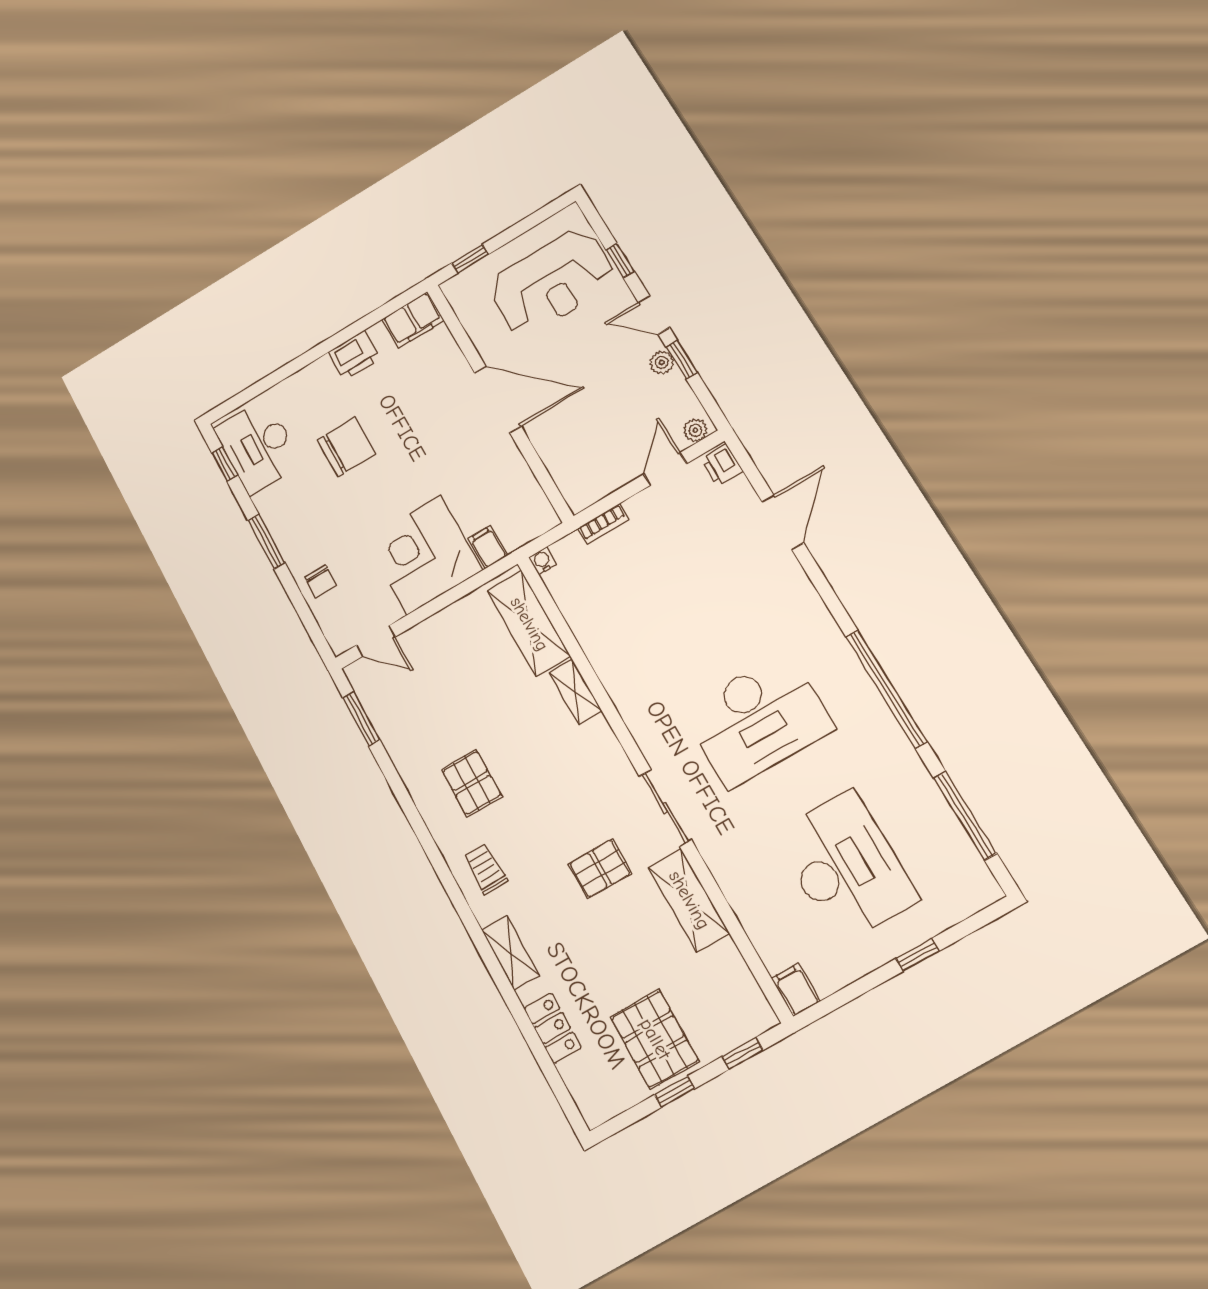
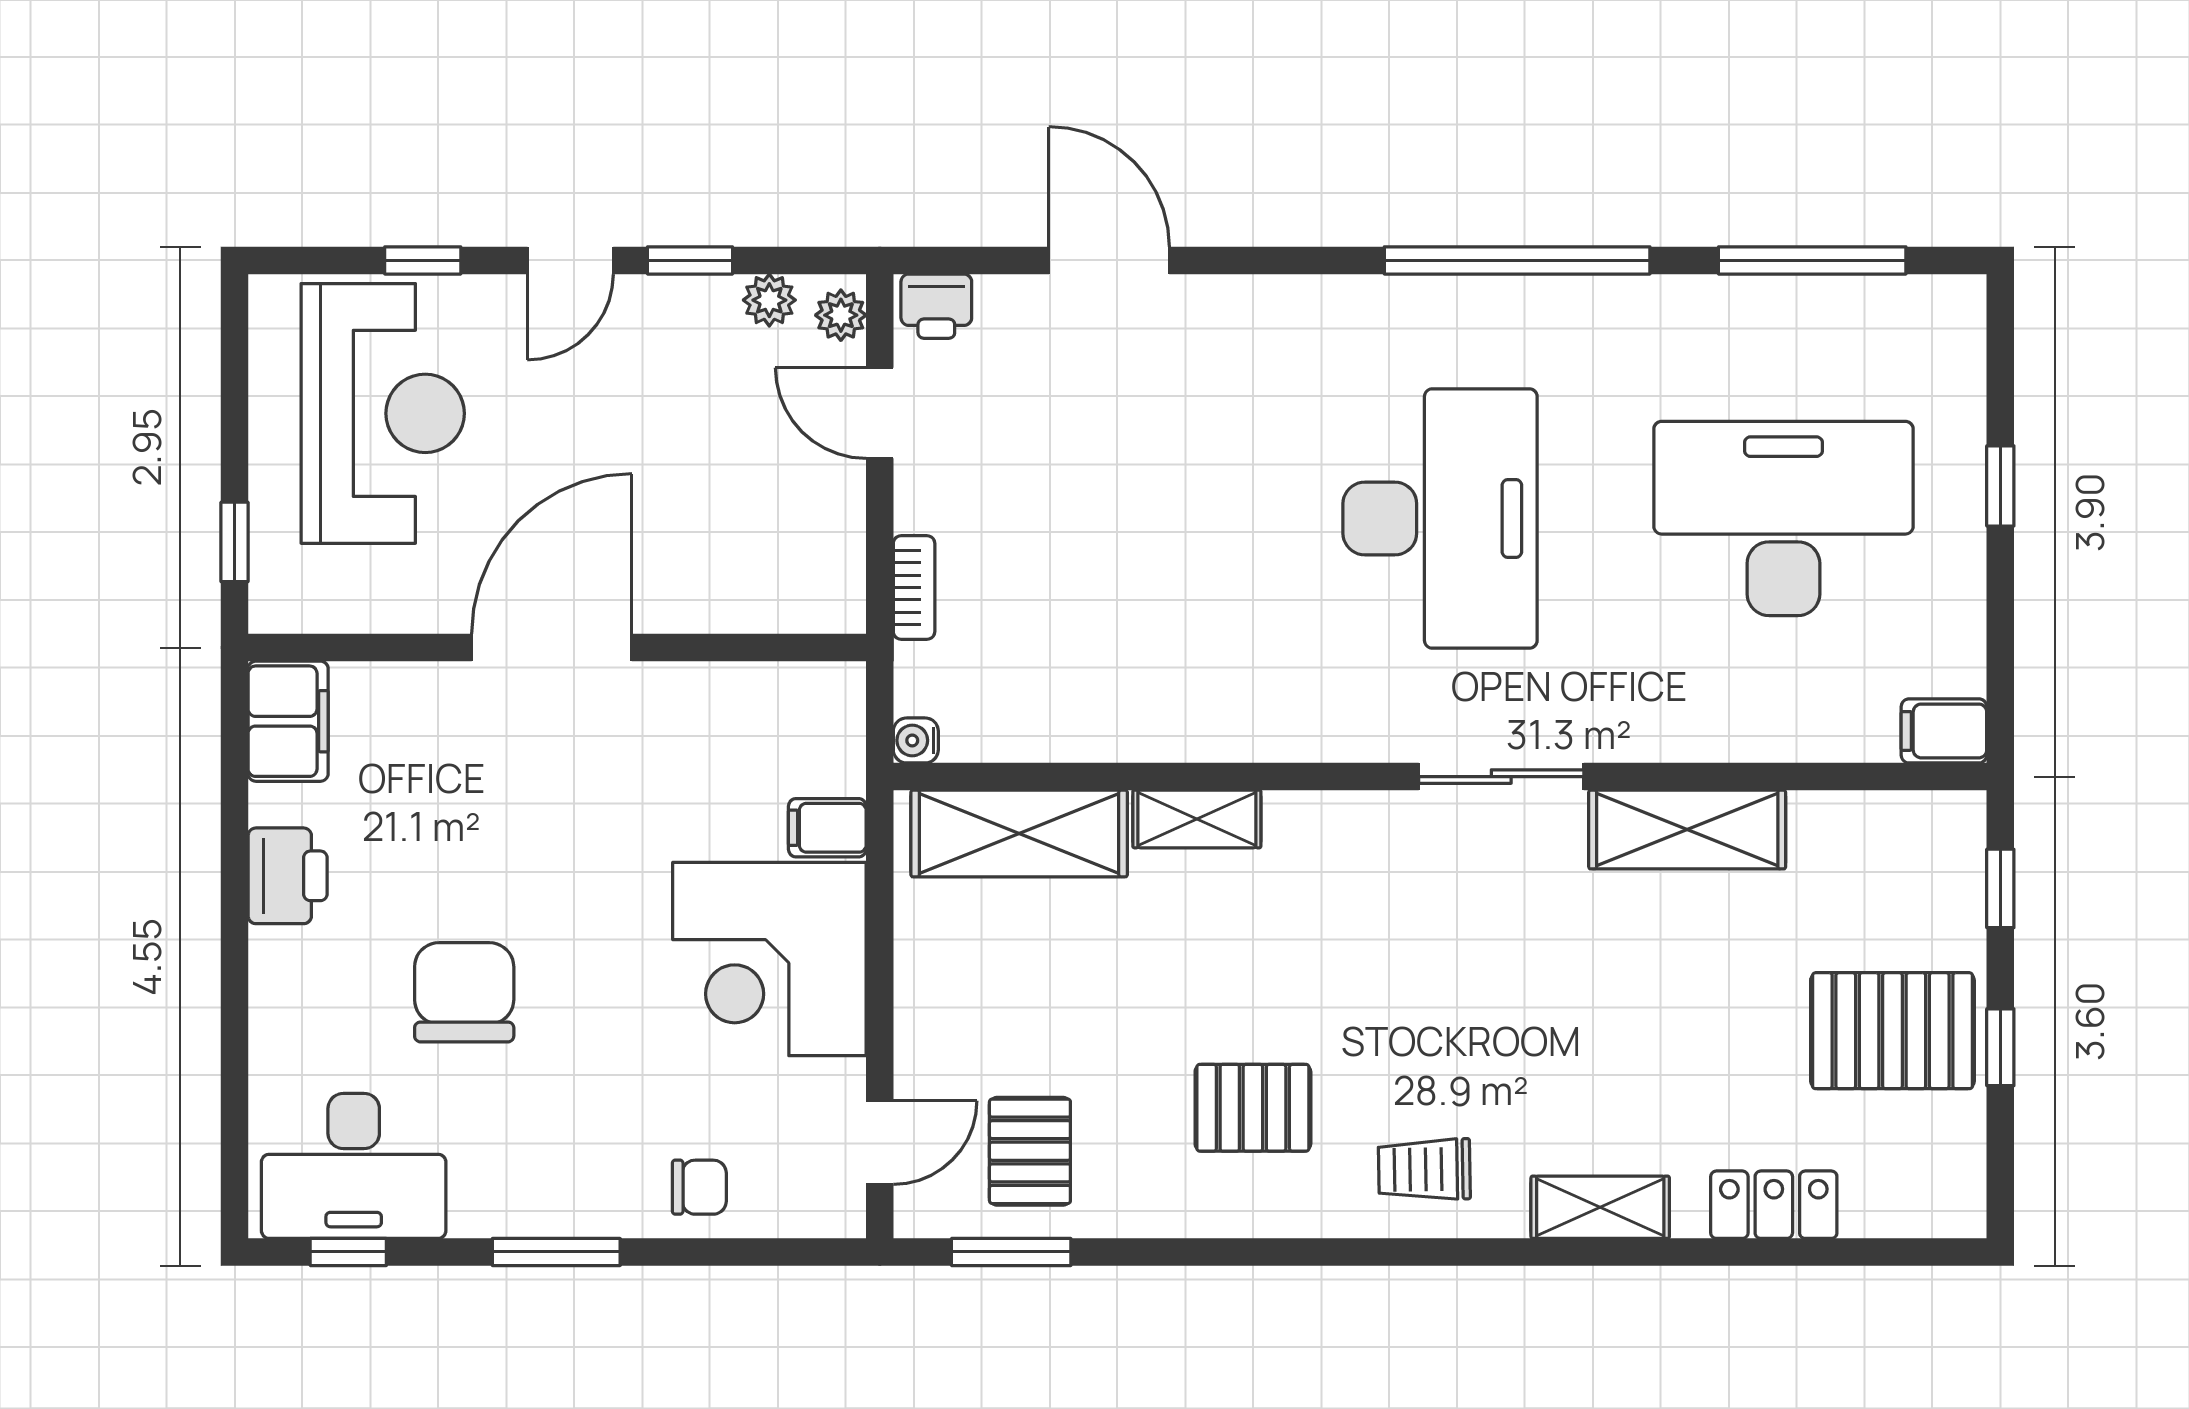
plant: (662, 362) -> (769, 300), moved
pallet: (600, 869) -> (1030, 1151), moved

